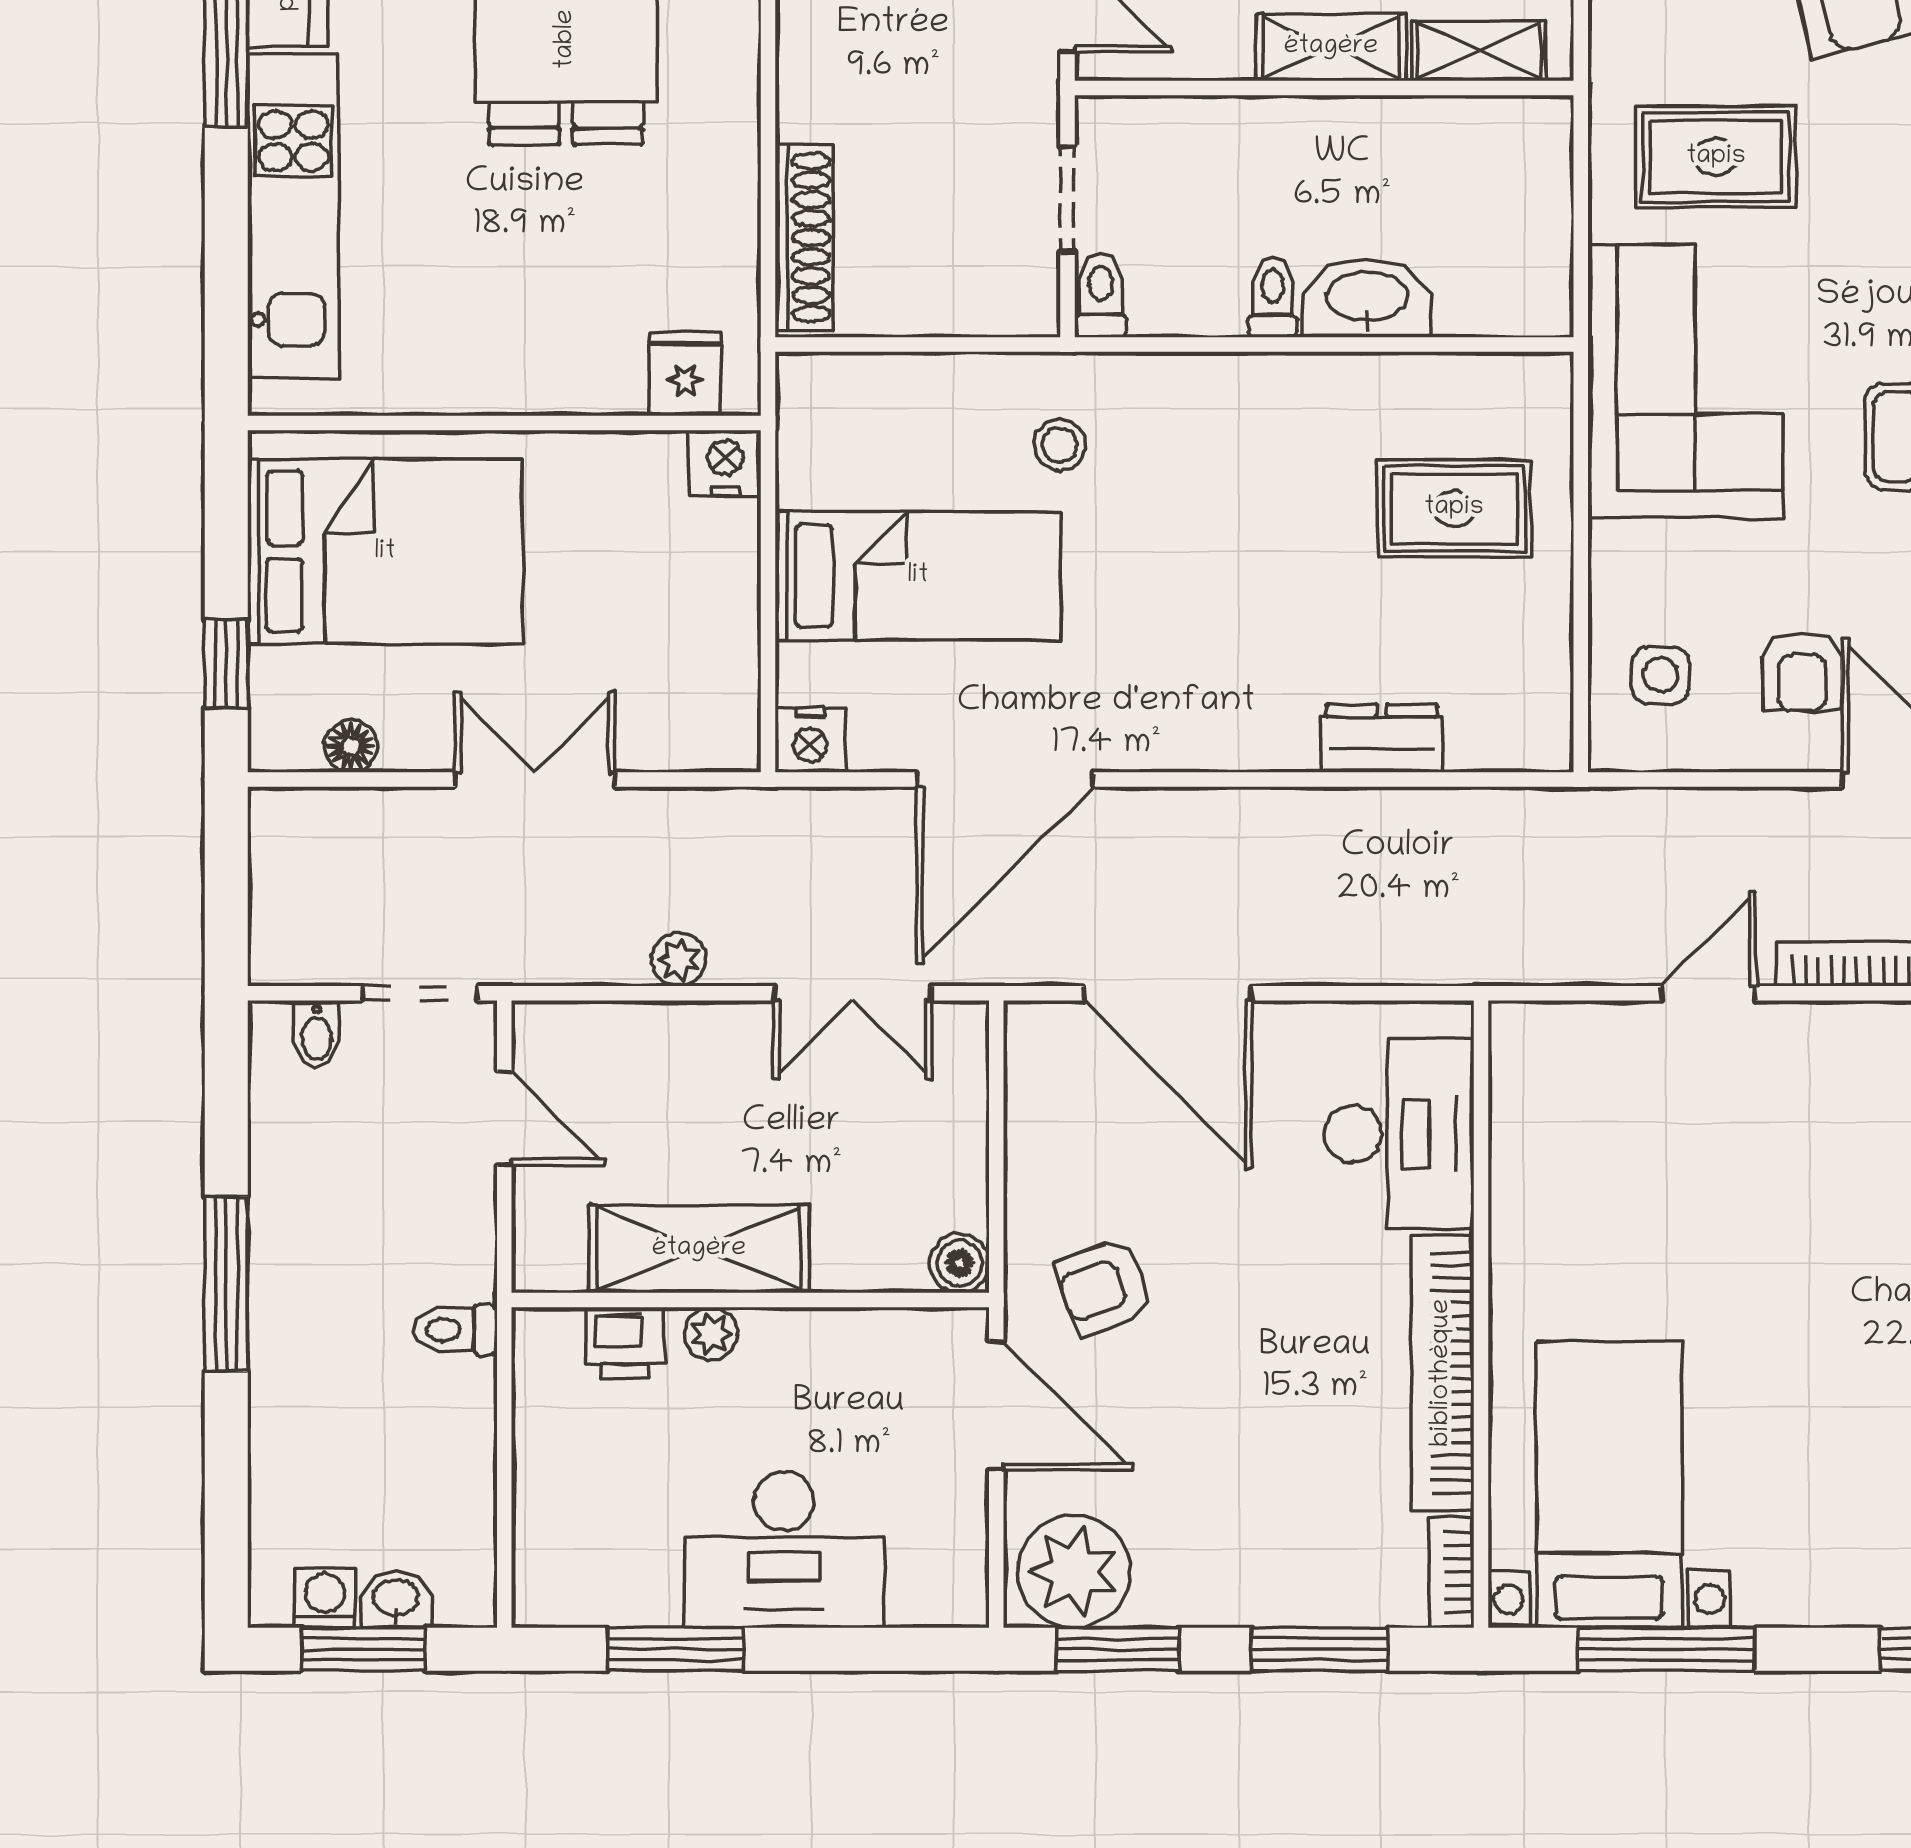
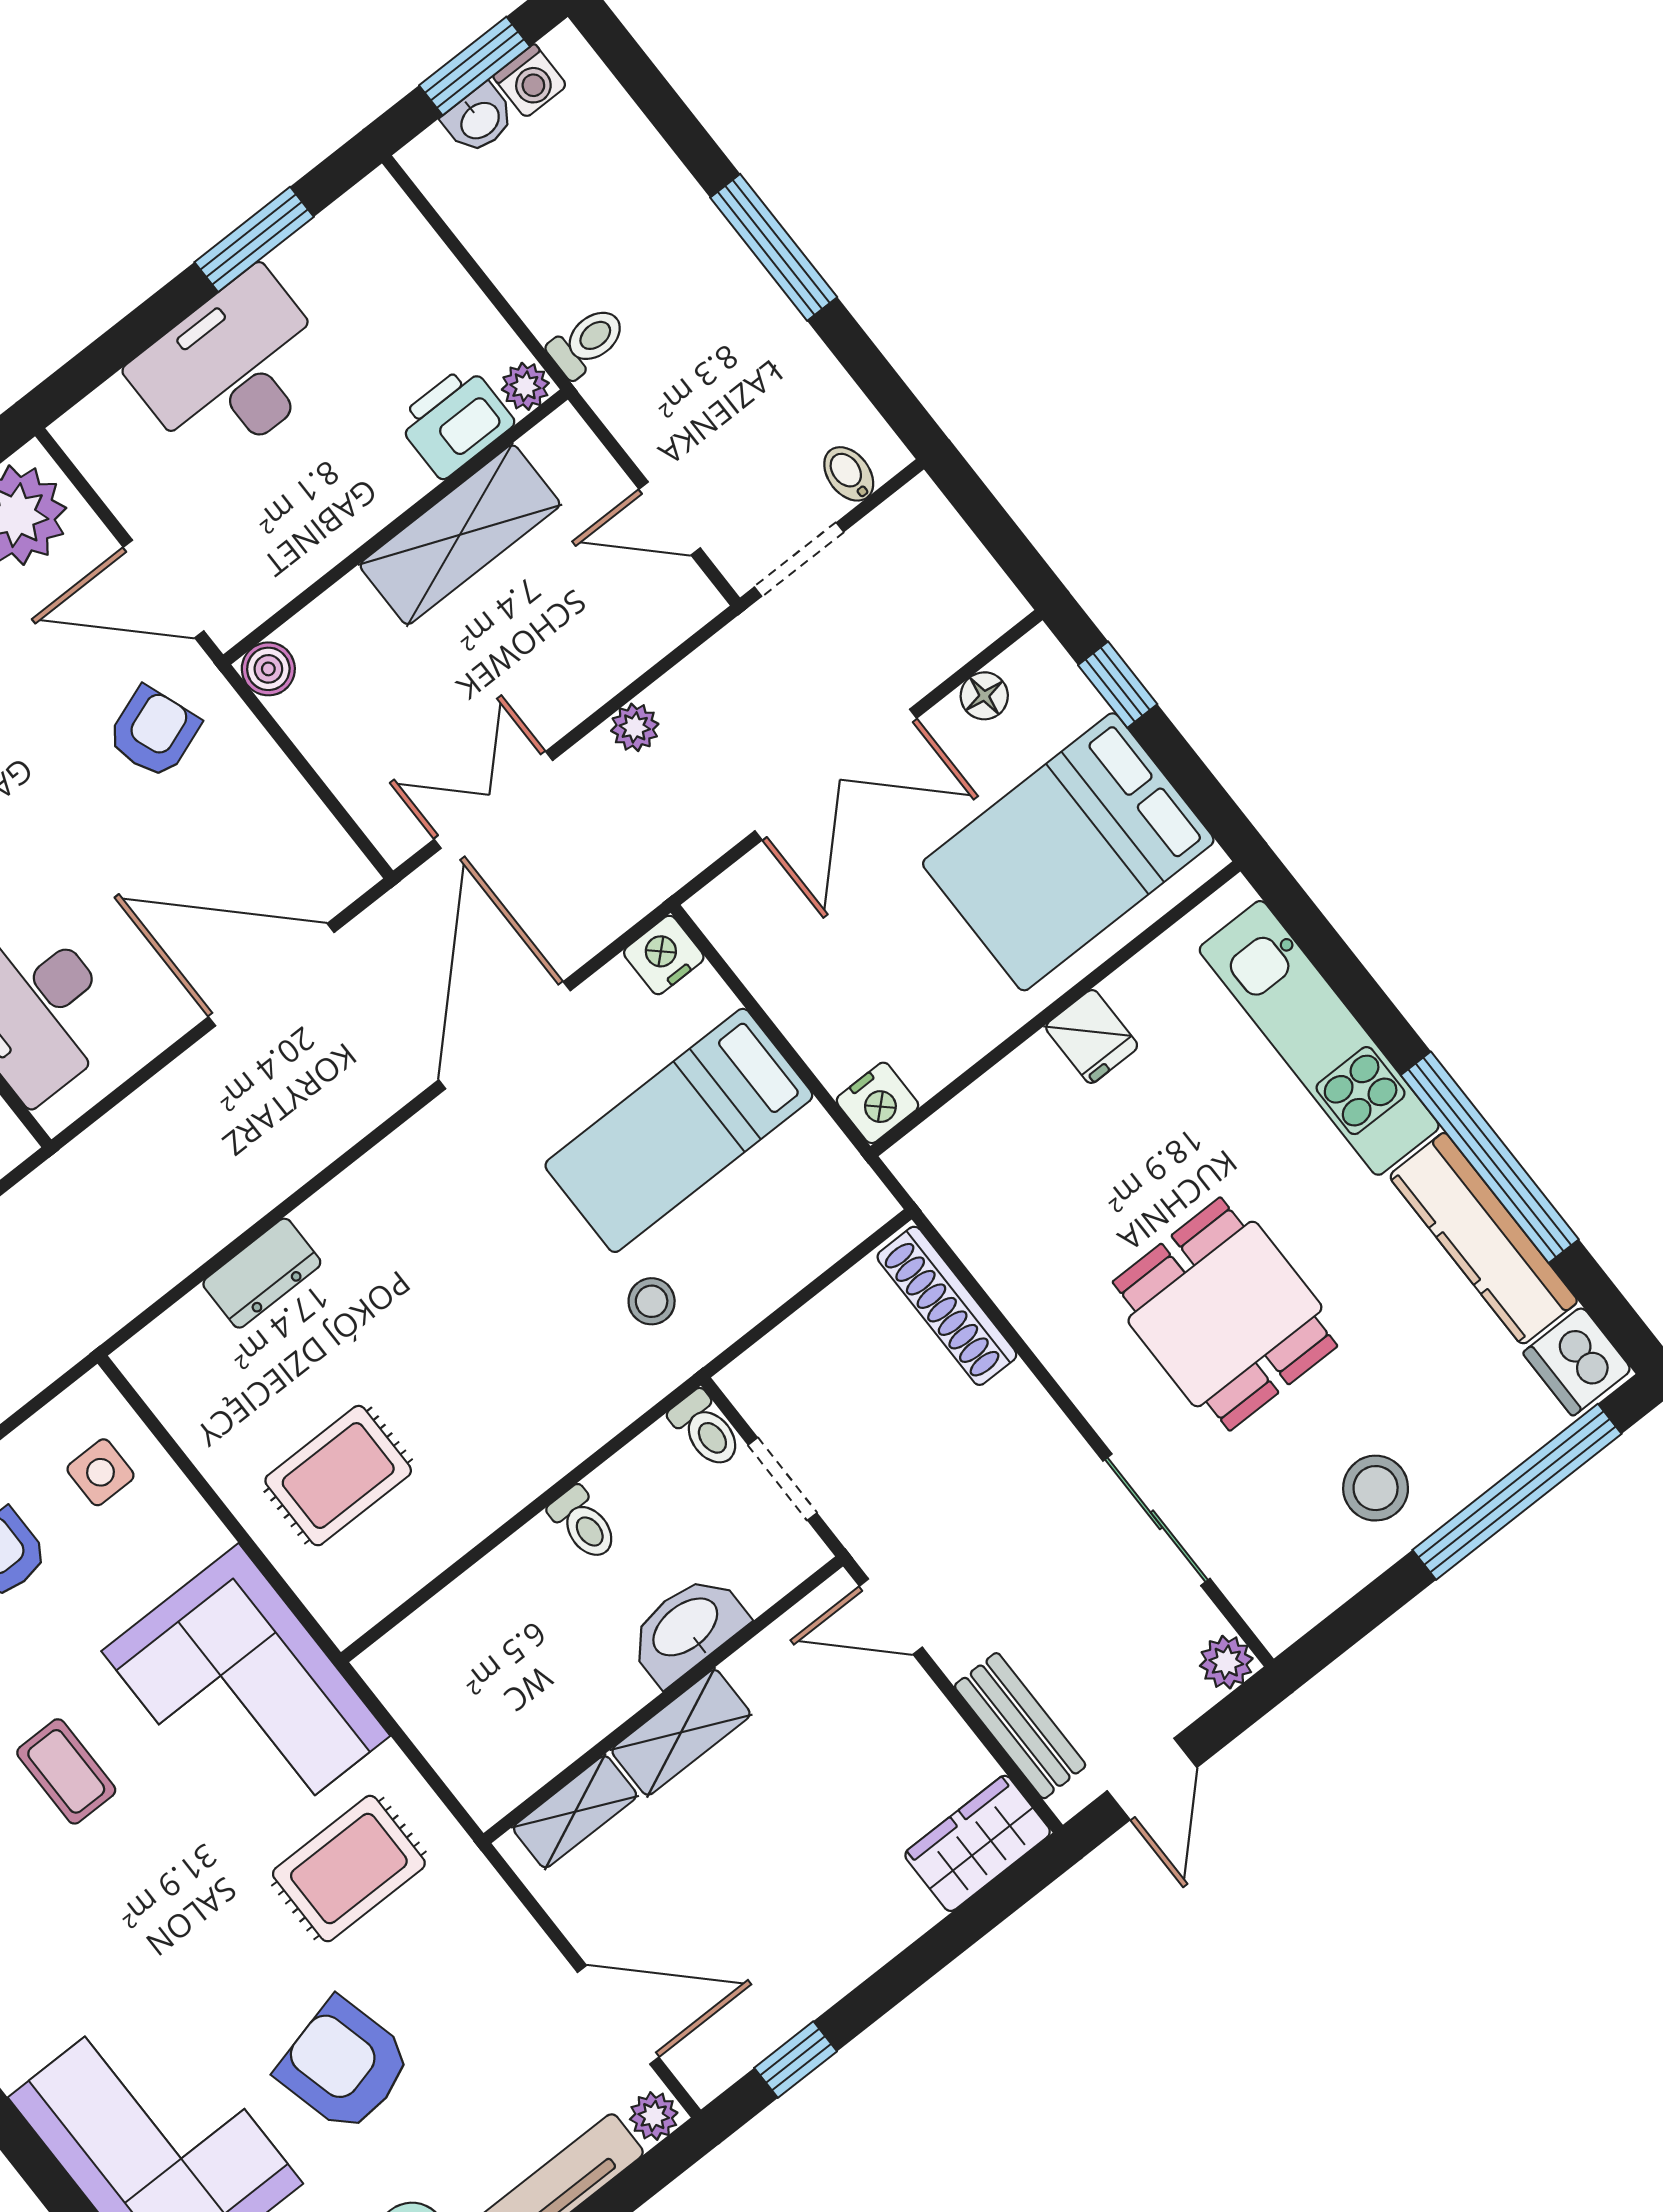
washbasin: (1367, 298) -> (687, 1629), moved, turned 180
fridge: (685, 374) -> (1092, 1036), moved
double door: (535, 779) -> (836, 775), width x1.37
plant: (711, 1334) -> (525, 386), moved
printer: (625, 1343) -> (455, 421), width x1.36, depth x1.24

